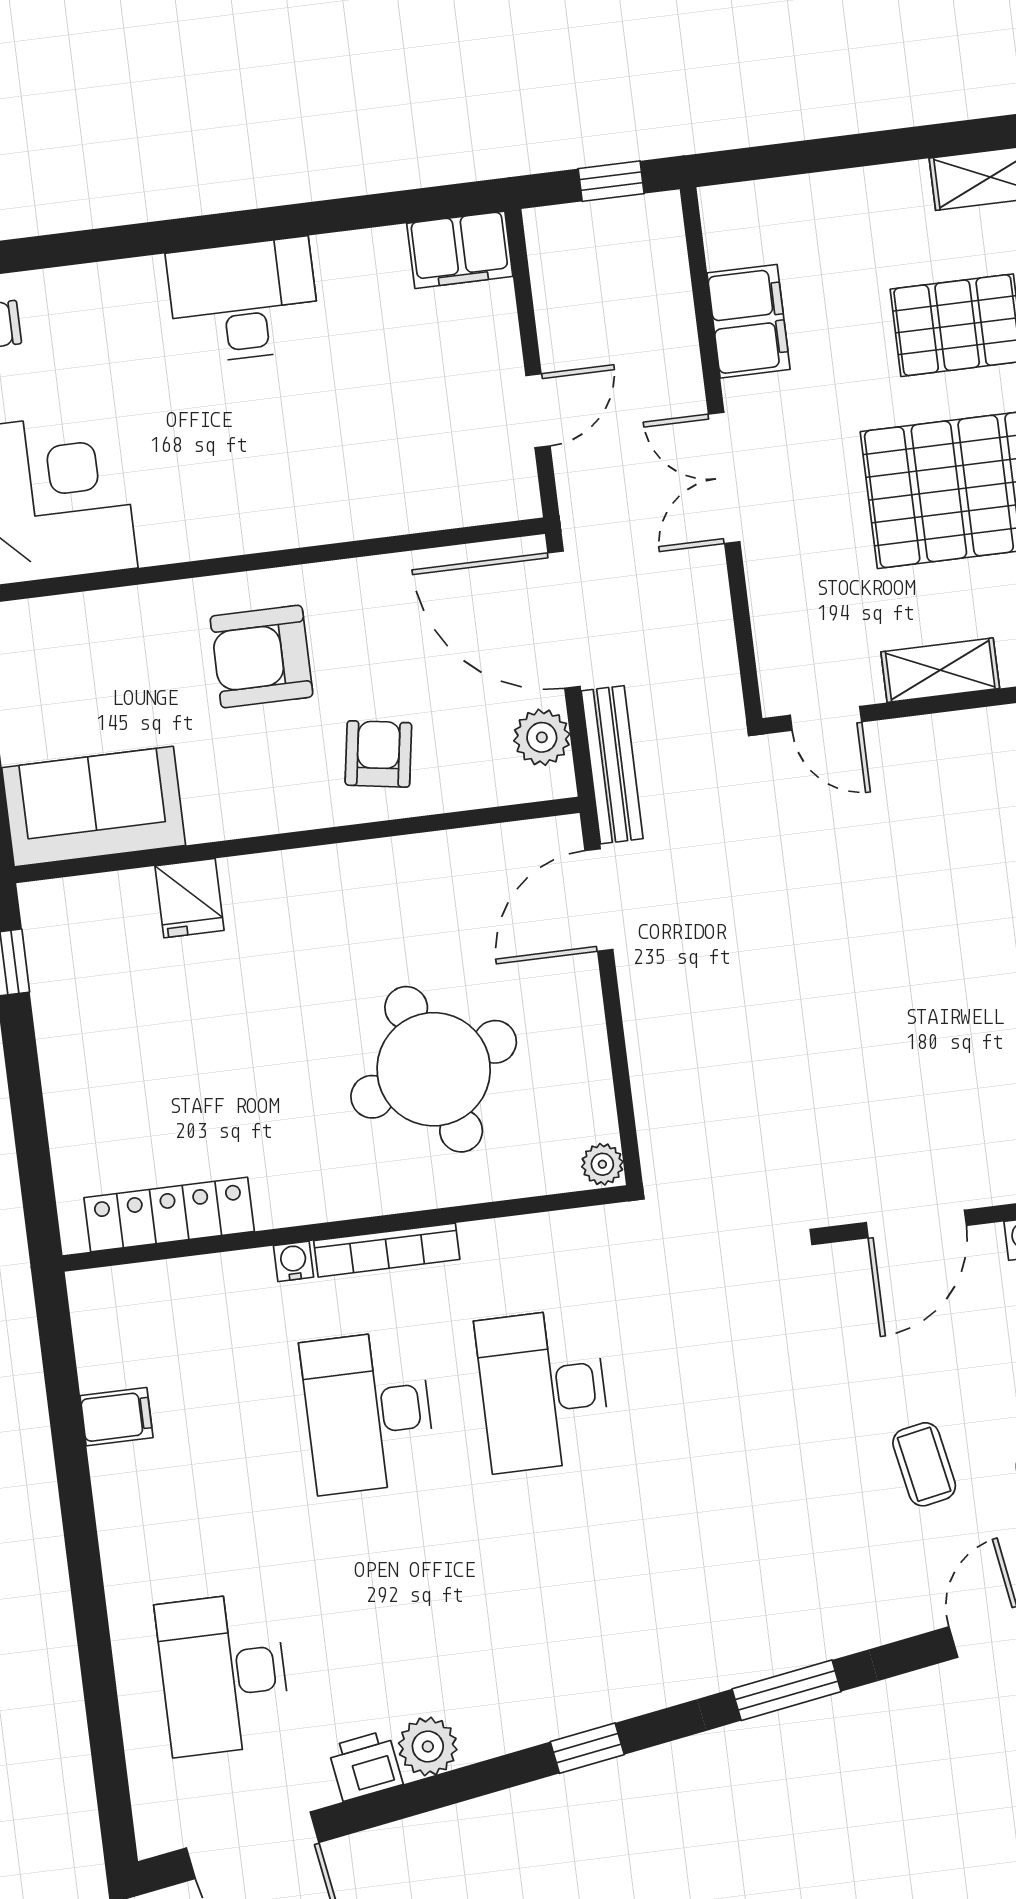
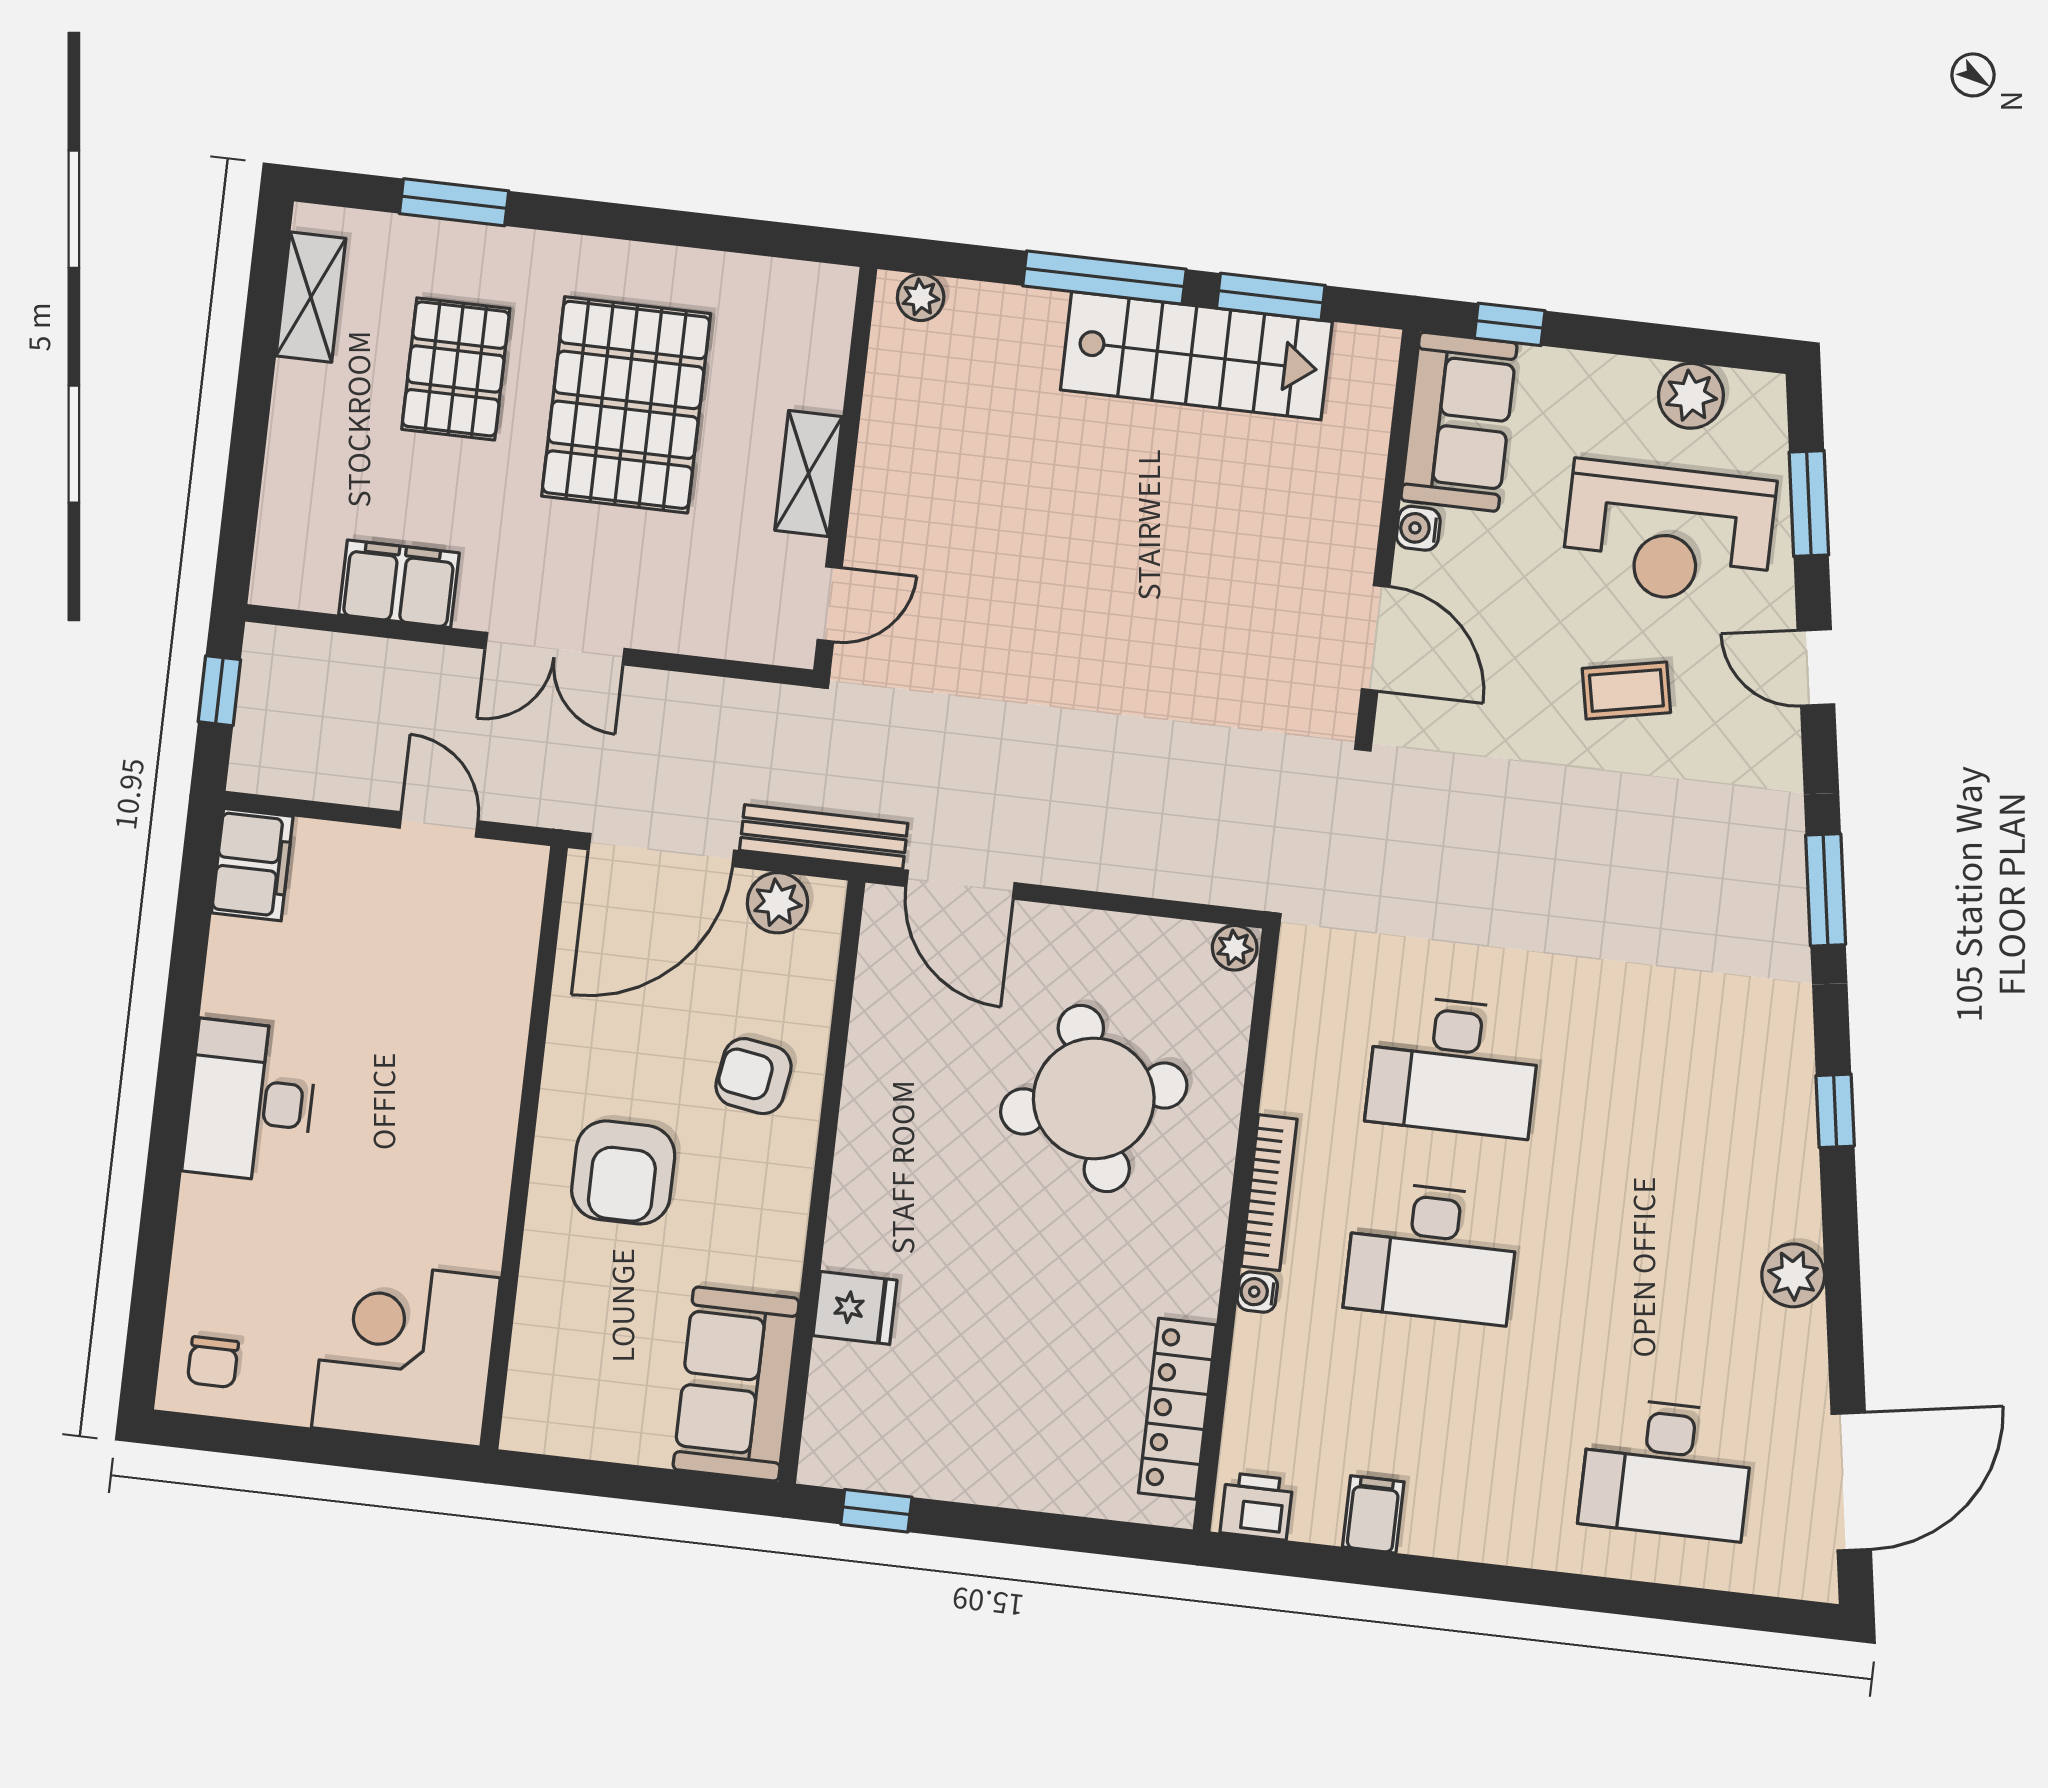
printer: (365, 1766) -> (1256, 1506), moved, turned 99

